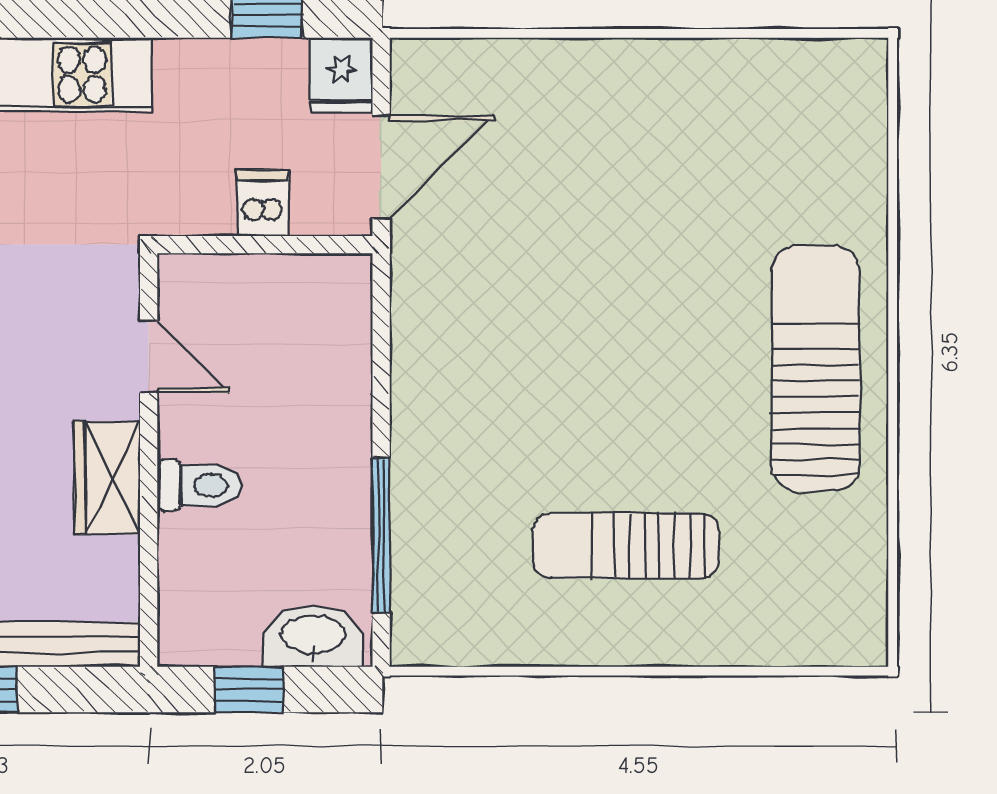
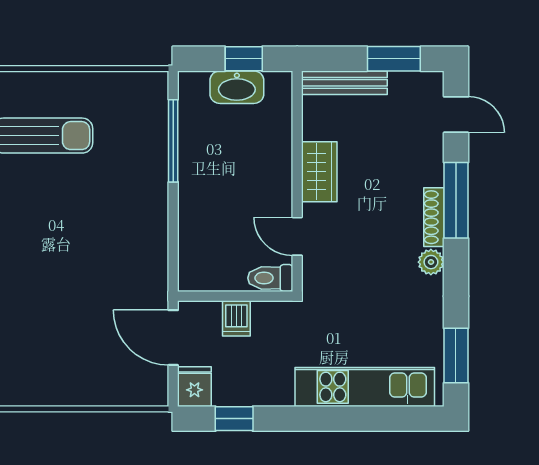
door: (381, 167) -> (173, 338), hinge flipped
toilet: (199, 485) -> (270, 278), moved
washbasin: (313, 636) -> (237, 87), moved

